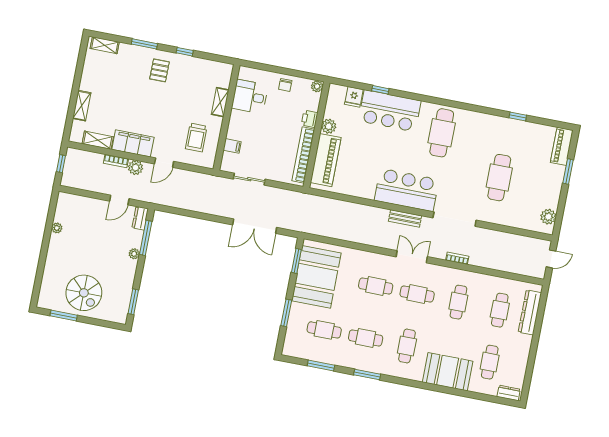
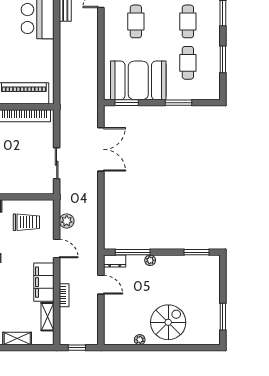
filing cabinet: (232, 146) -> (28, 186), removed
plant: (135, 167) -> (67, 221), moved
spiral stairs: (84, 293) -> (168, 322), moved

